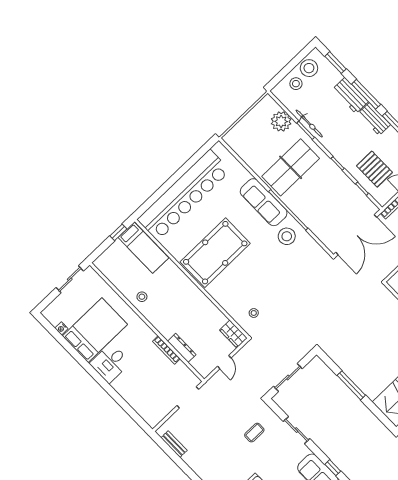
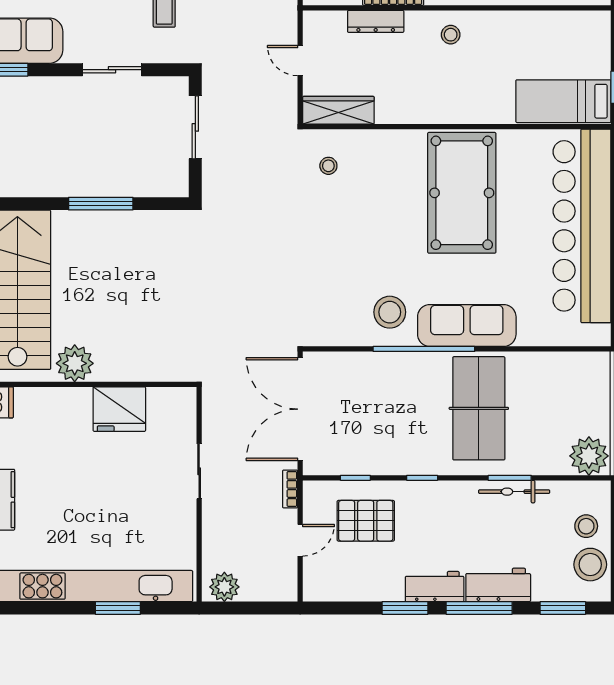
plant: (281, 121) -> (589, 456), moved
stool: (142, 297) -> (451, 35), moved
wardrobe: (233, 334) -> (338, 110), width x1.50

